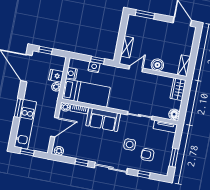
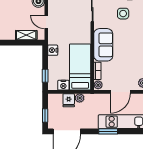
window: (98, 60) -> (45, 76), moved
nightstand: (94, 67) -> (53, 50), moved
door: (55, 127) -> (120, 92), swing flipped

